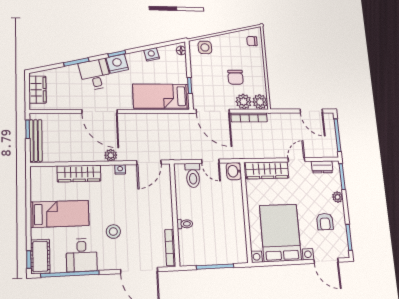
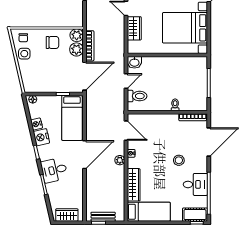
side table: (205, 47) -> (24, 54), moved
nightstand: (117, 64) -> (41, 137), moved
chair: (235, 77) -> (52, 42), moved
door: (100, 111) -> (85, 155), moved
bench: (36, 141) -> (103, 217), width x0.73
wardrobe: (267, 170) -> (134, 28), width x0.67
bed: (60, 214) -> (149, 212), moved, turned 90

